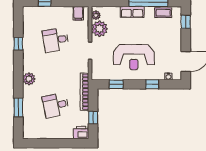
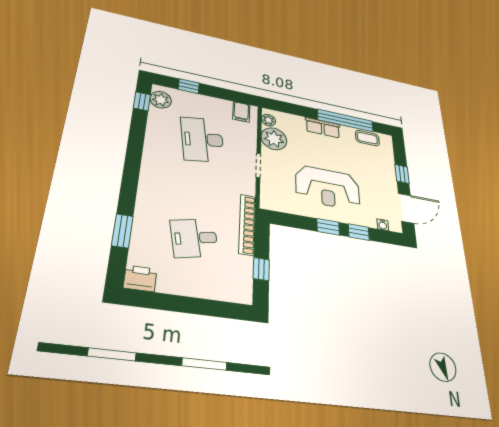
window: (186, 22) -> (402, 174), moved
desk: (56, 40) -> (202, 139), width x1.37
window: (18, 44) -> (142, 101), moved
plant: (29, 79) -> (161, 100), moved
window: (116, 84) -> (328, 227), moved
printer: (81, 132) -> (140, 278), moved

